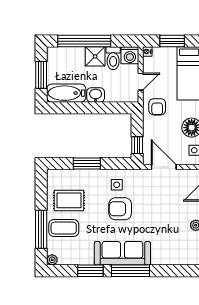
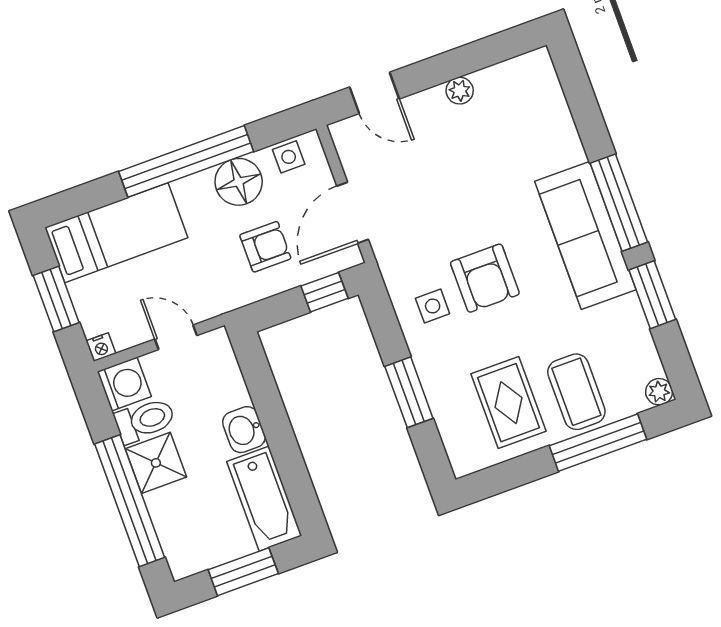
armchair: (157, 107) -> (265, 247), moved

